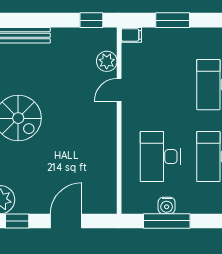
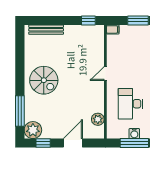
plant: (107, 61) -> (98, 119), moved
door: (119, 90) -> (105, 74), moved

